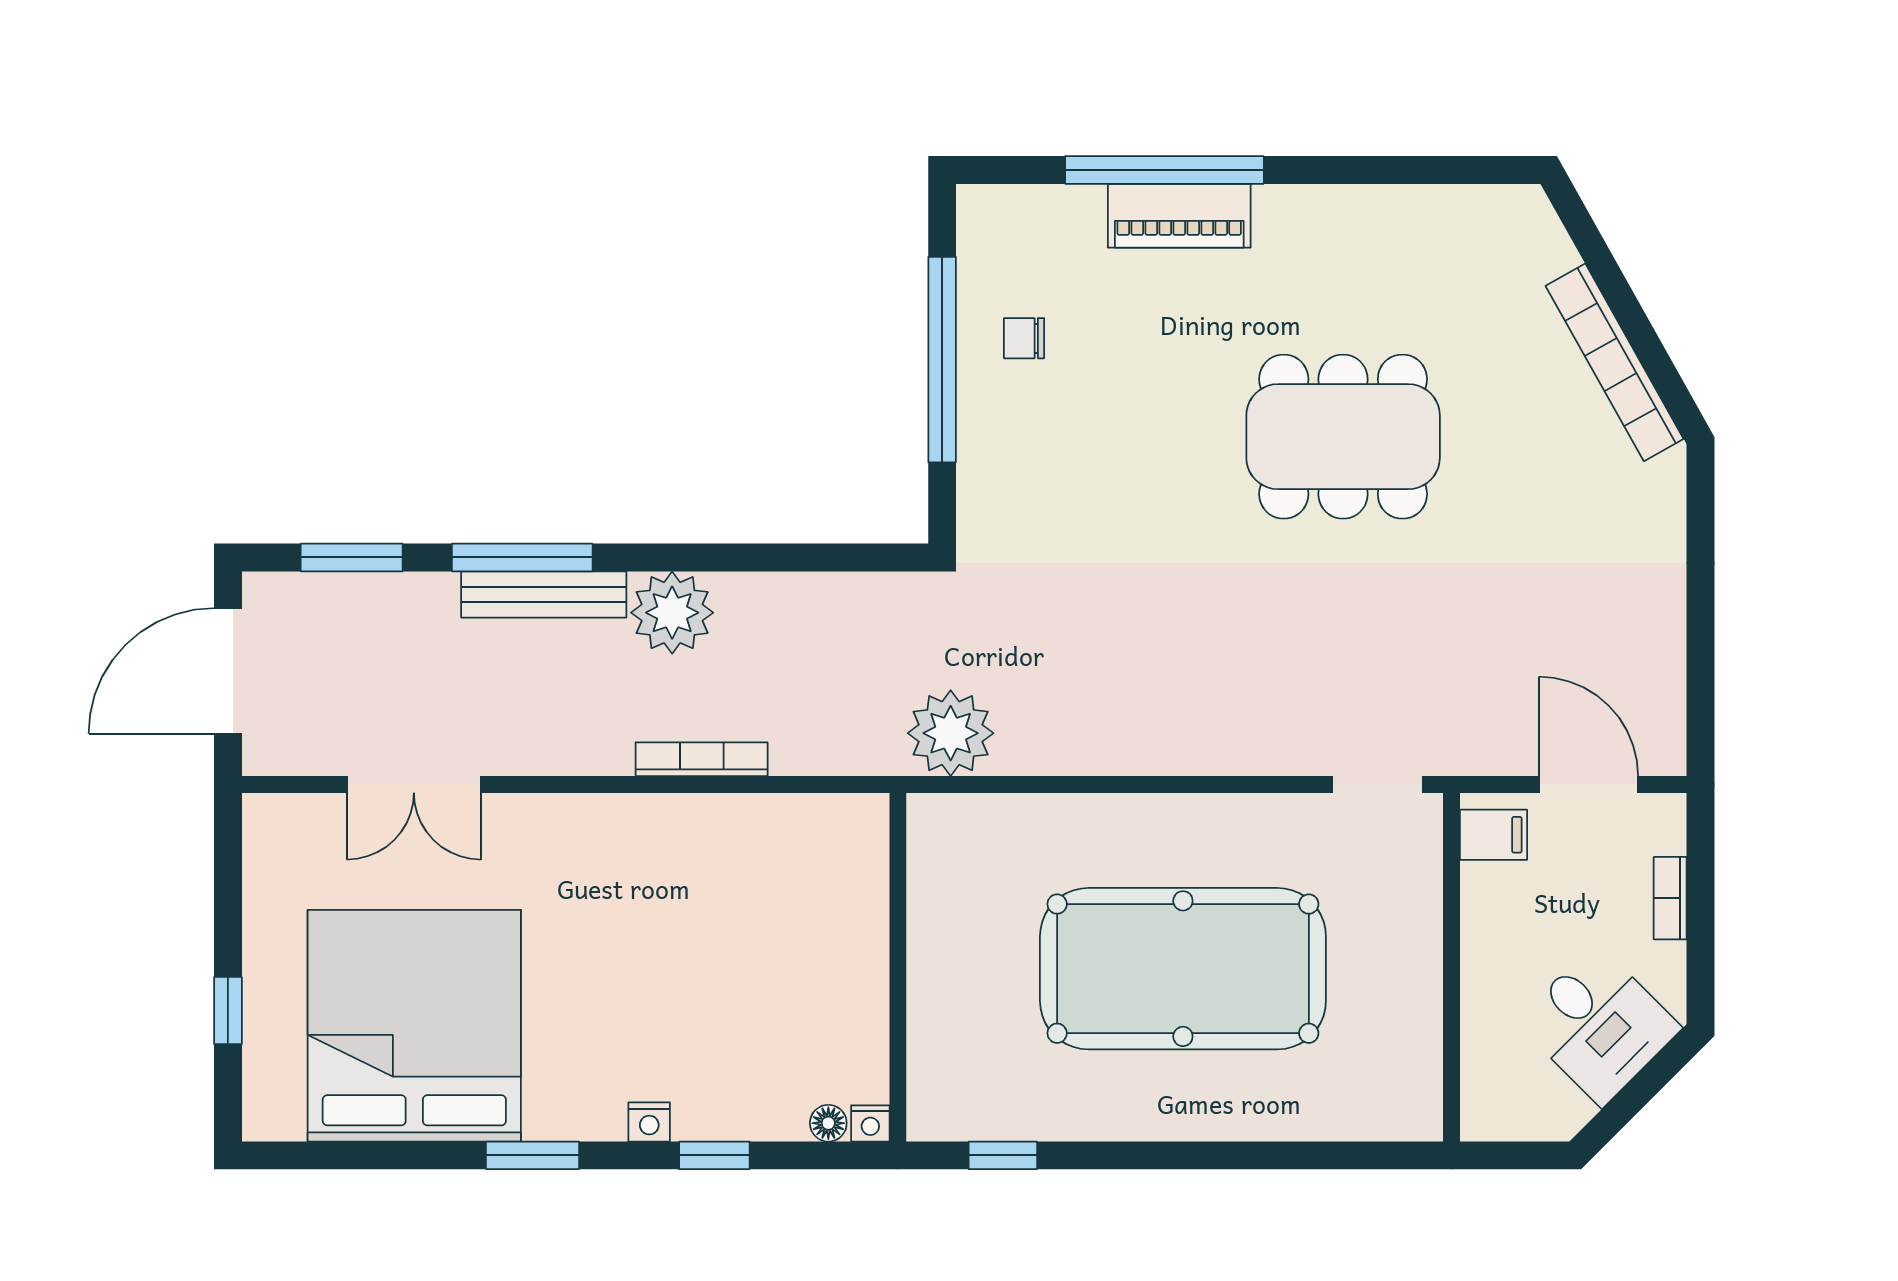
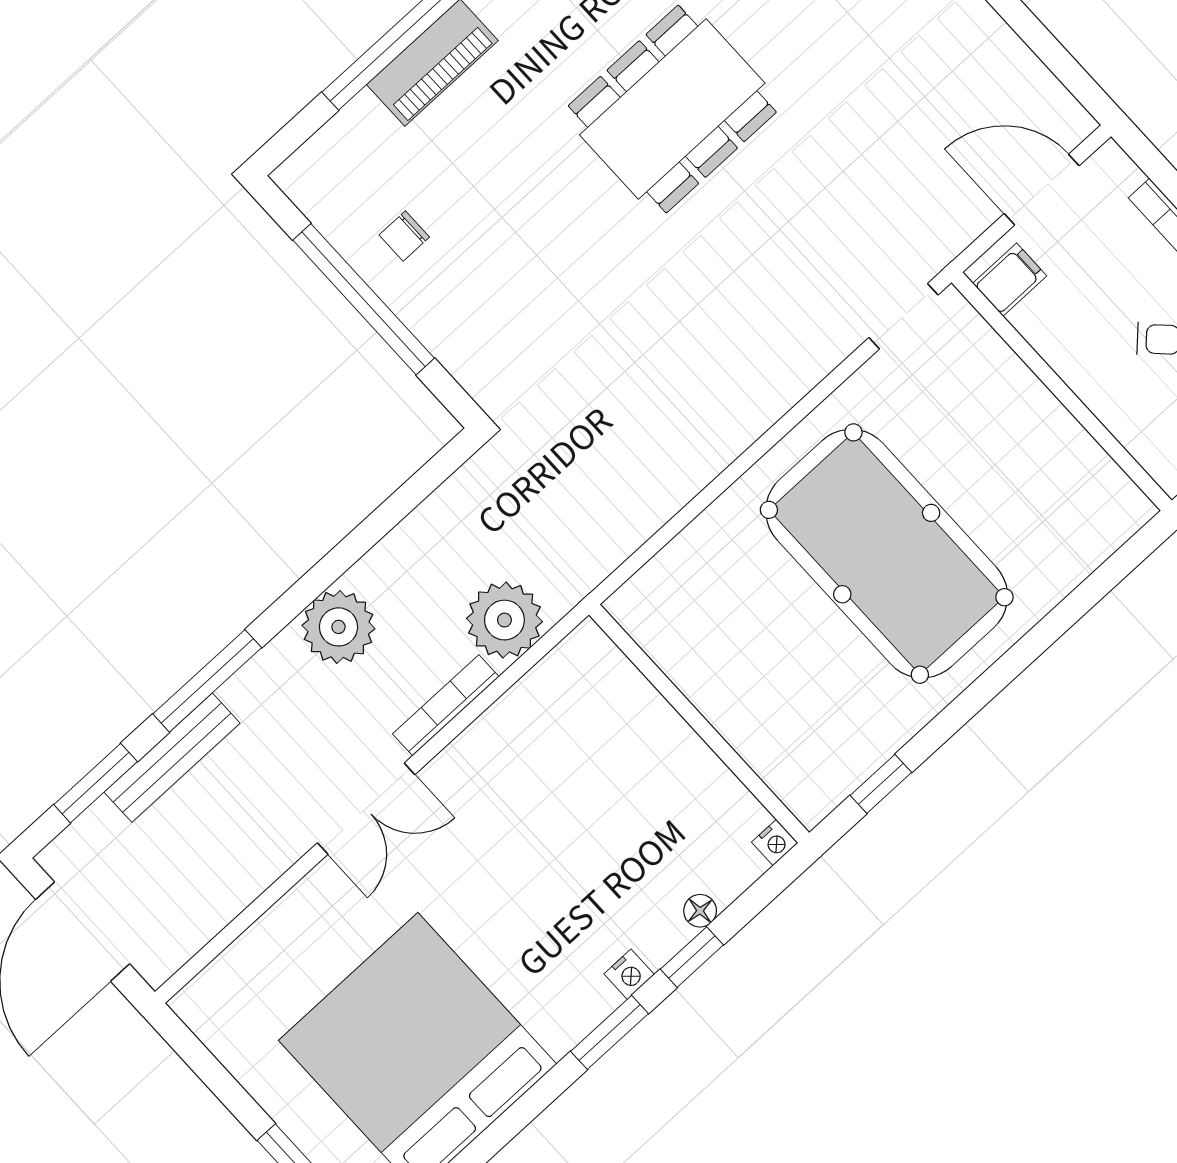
bench: (544, 594) -> (172, 758), moved
plant: (951, 733) -> (504, 620), moved
double door: (414, 784) -> (366, 809), moved
pool table: (1183, 969) -> (887, 554), turned 90
floor lamp: (828, 1123) -> (700, 911), moved
window: (532, 1155) -> (610, 1032), moved

